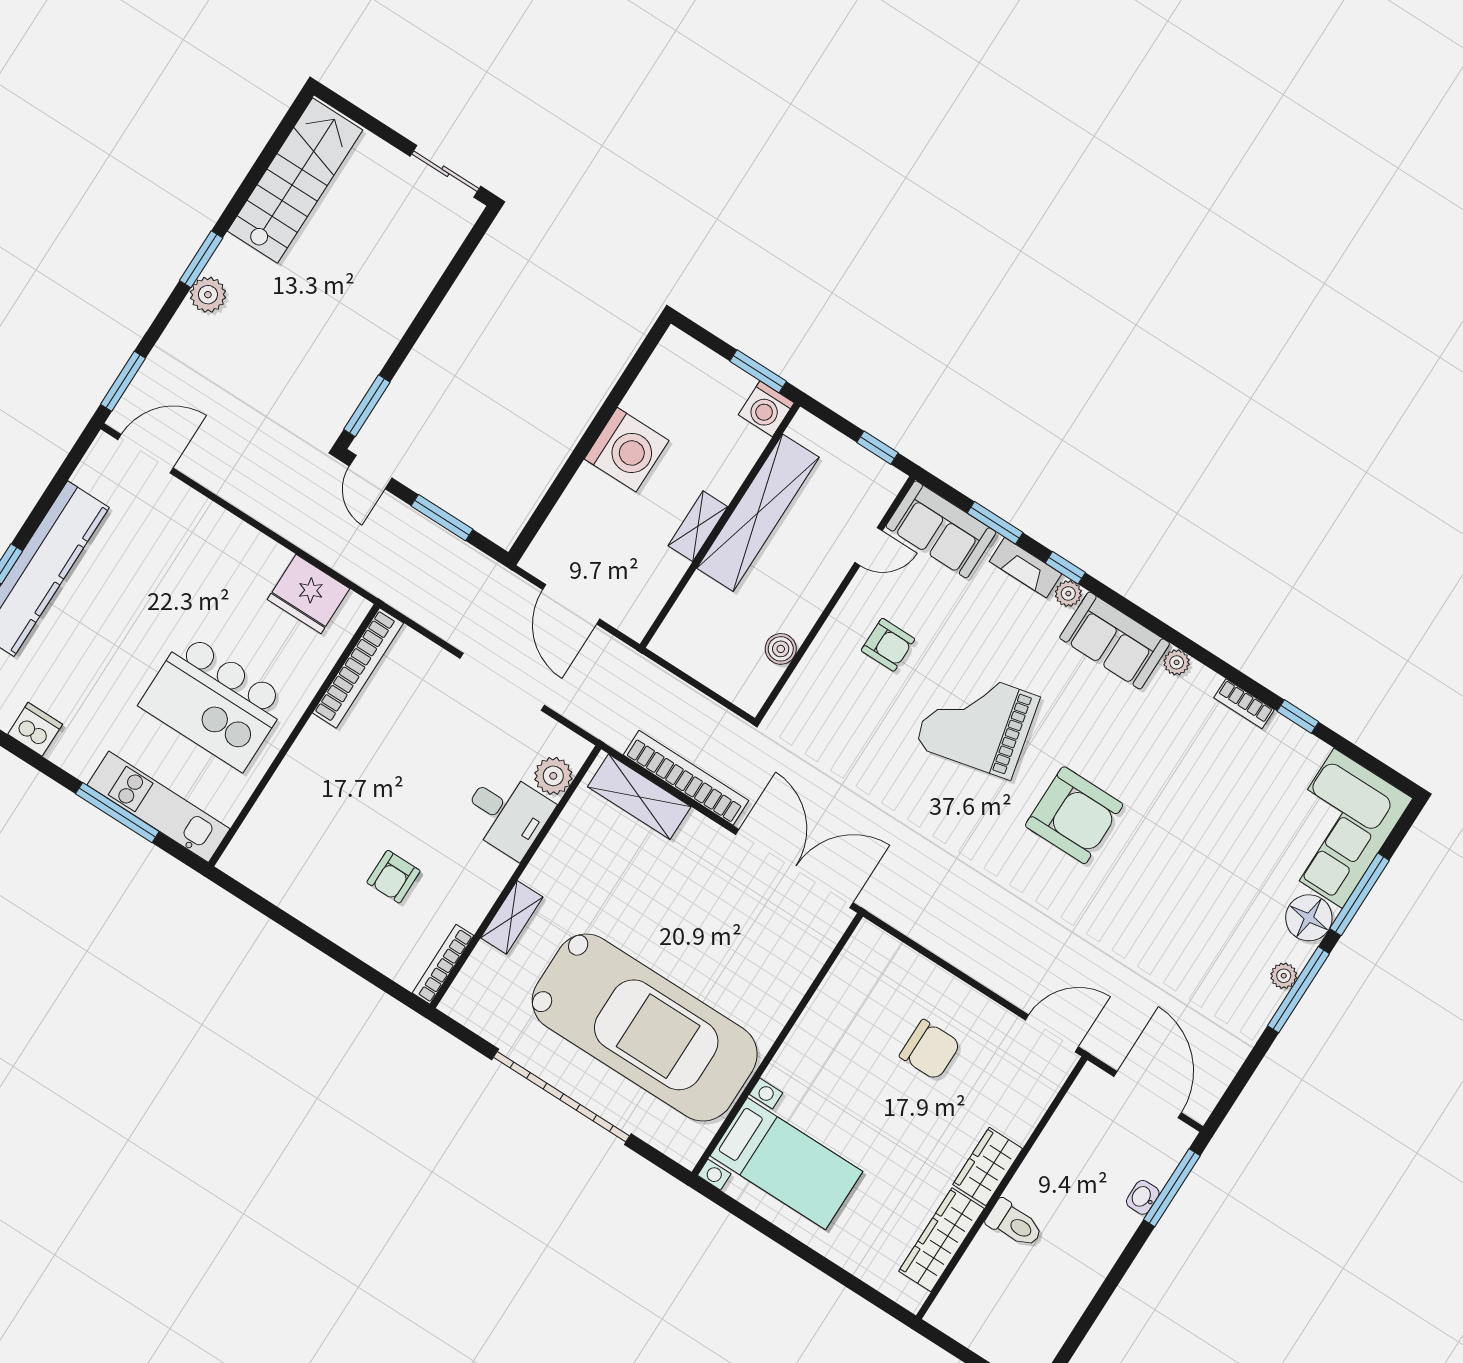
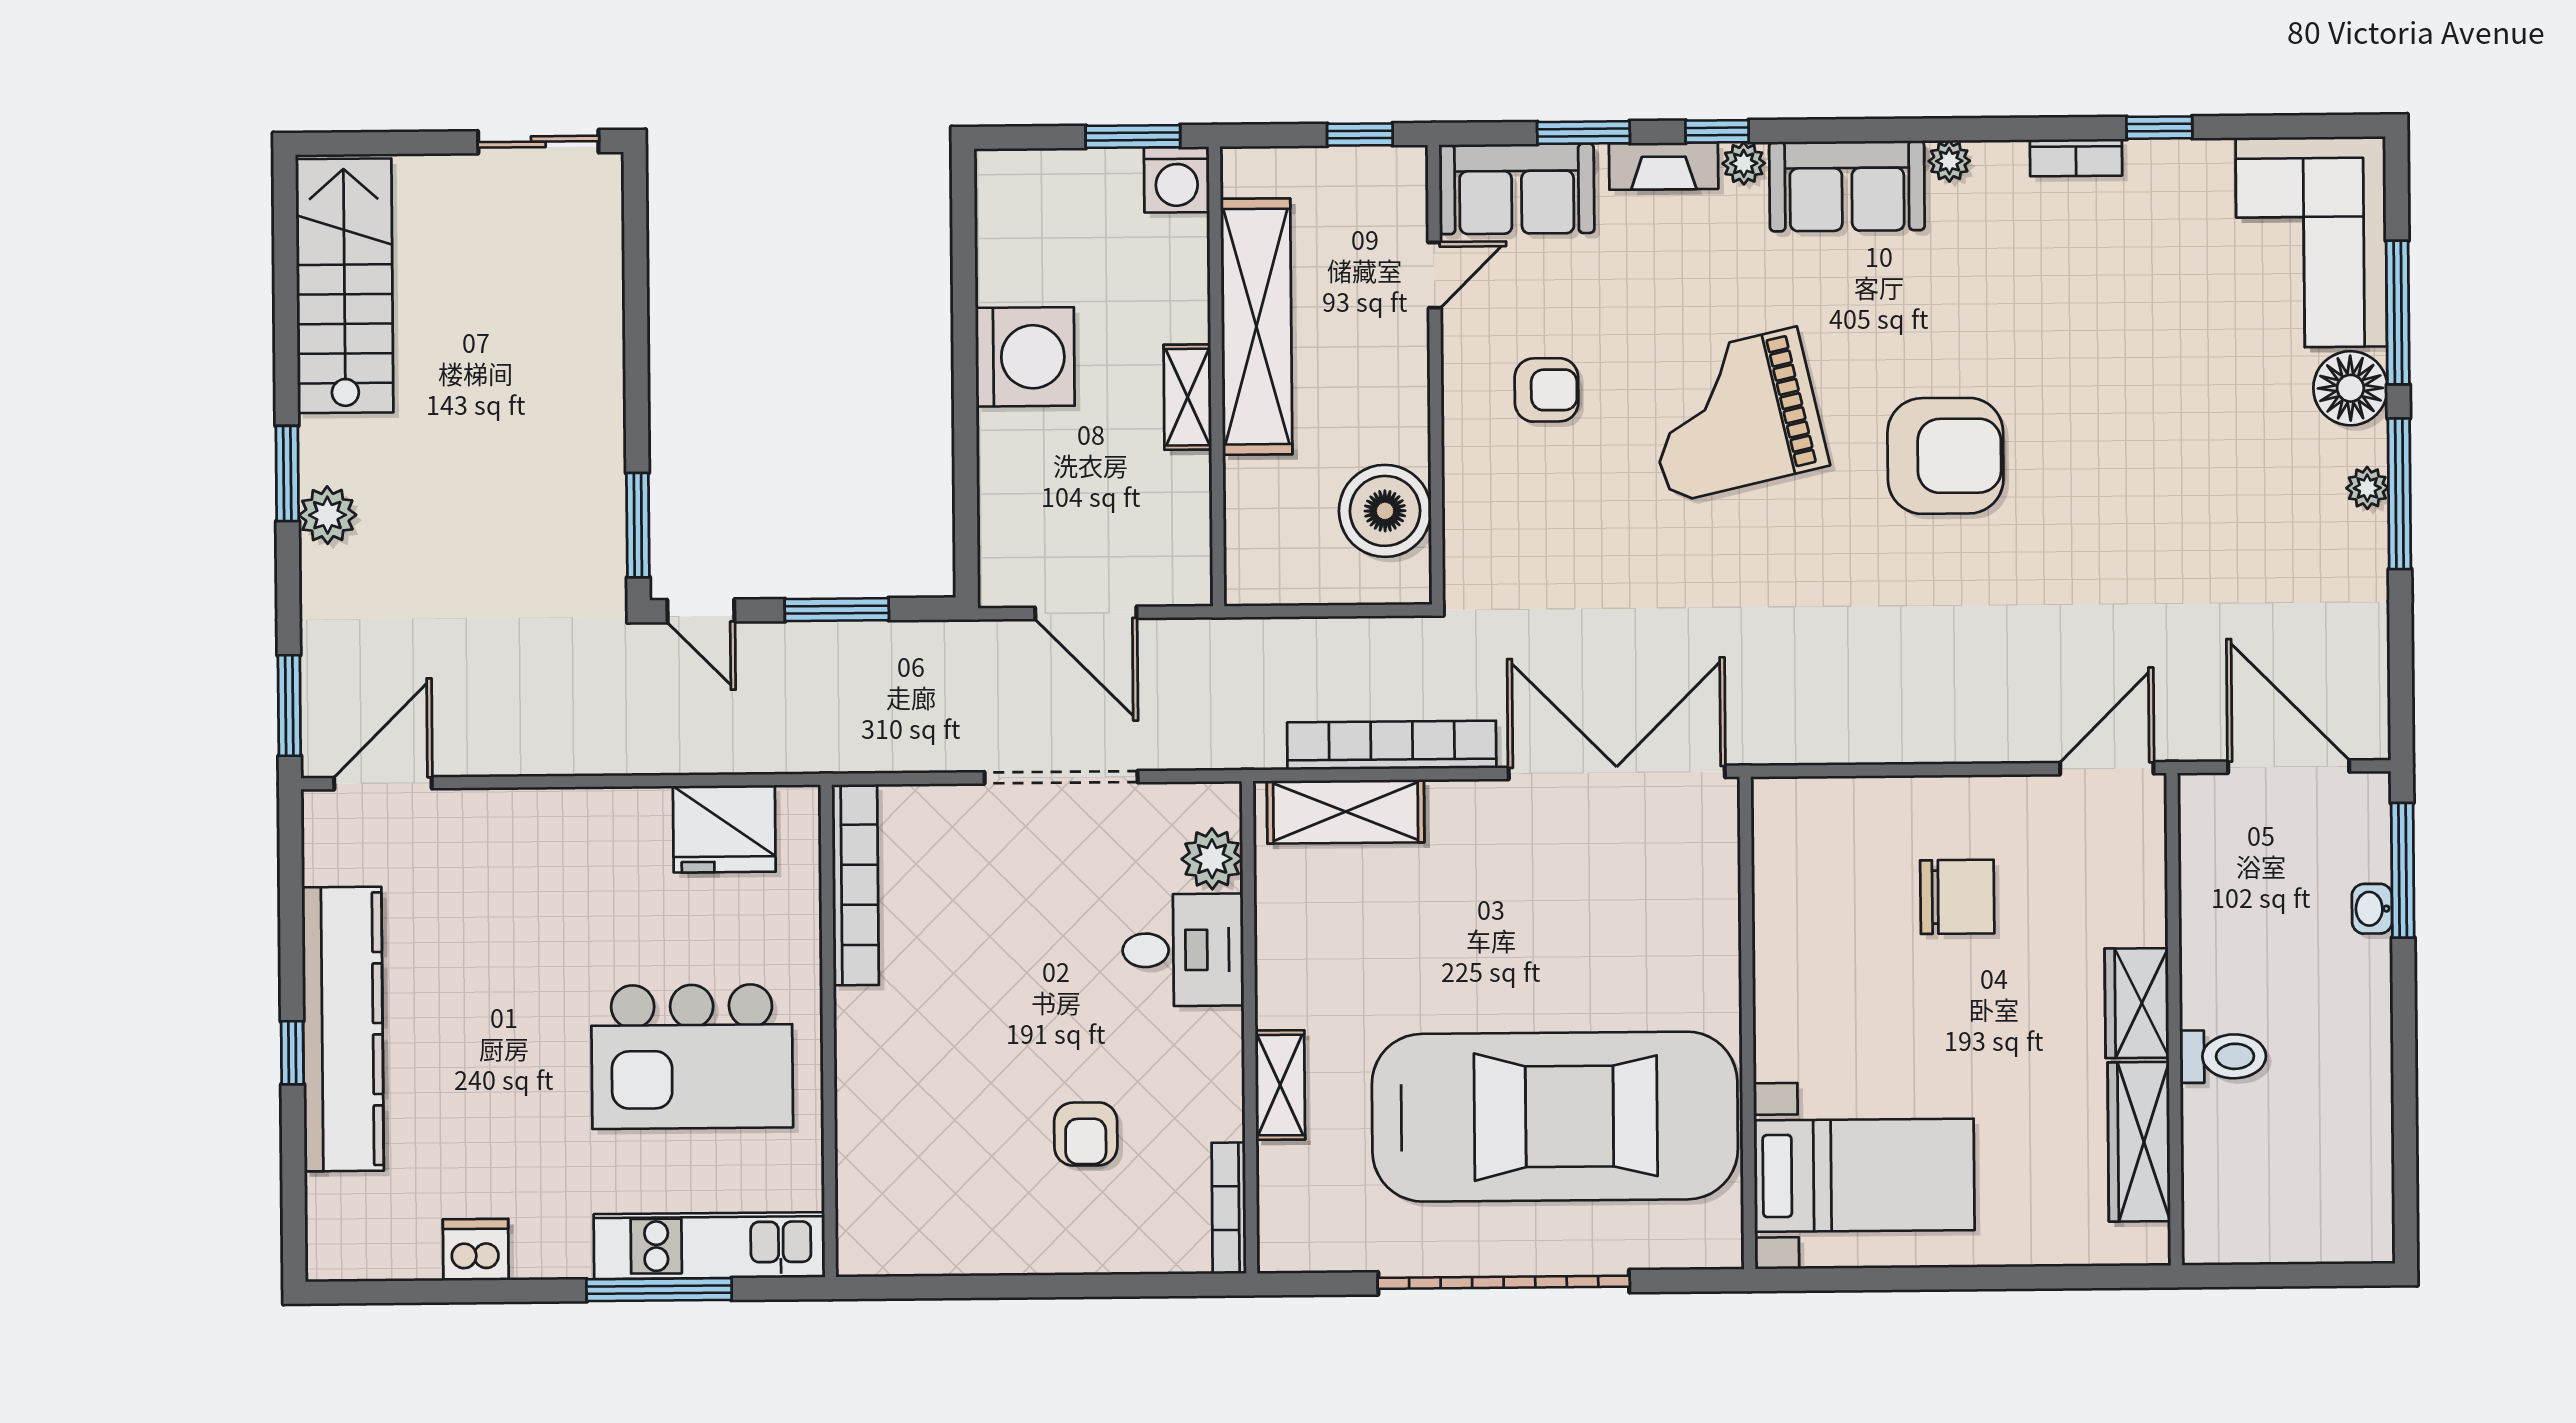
boiler: (781, 649) -> (1385, 511), width x1.86, depth x1.86

